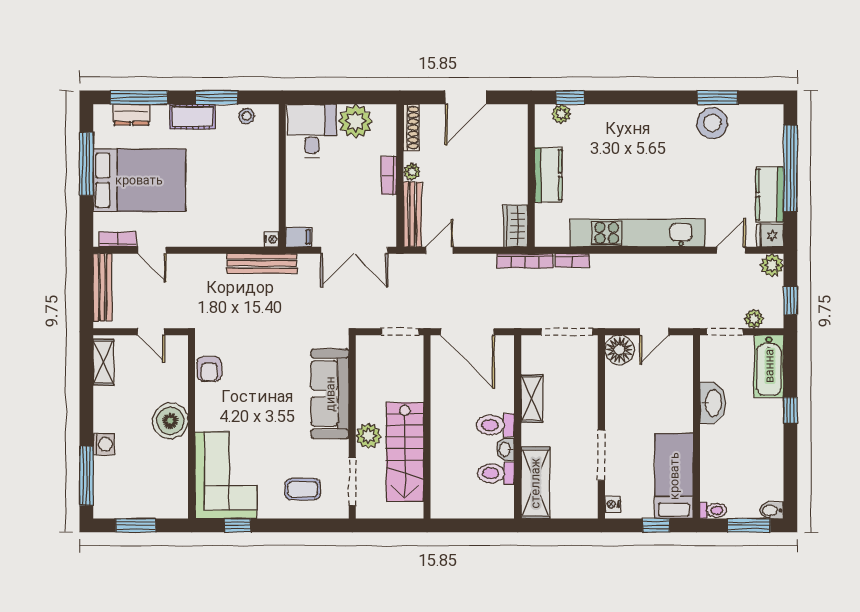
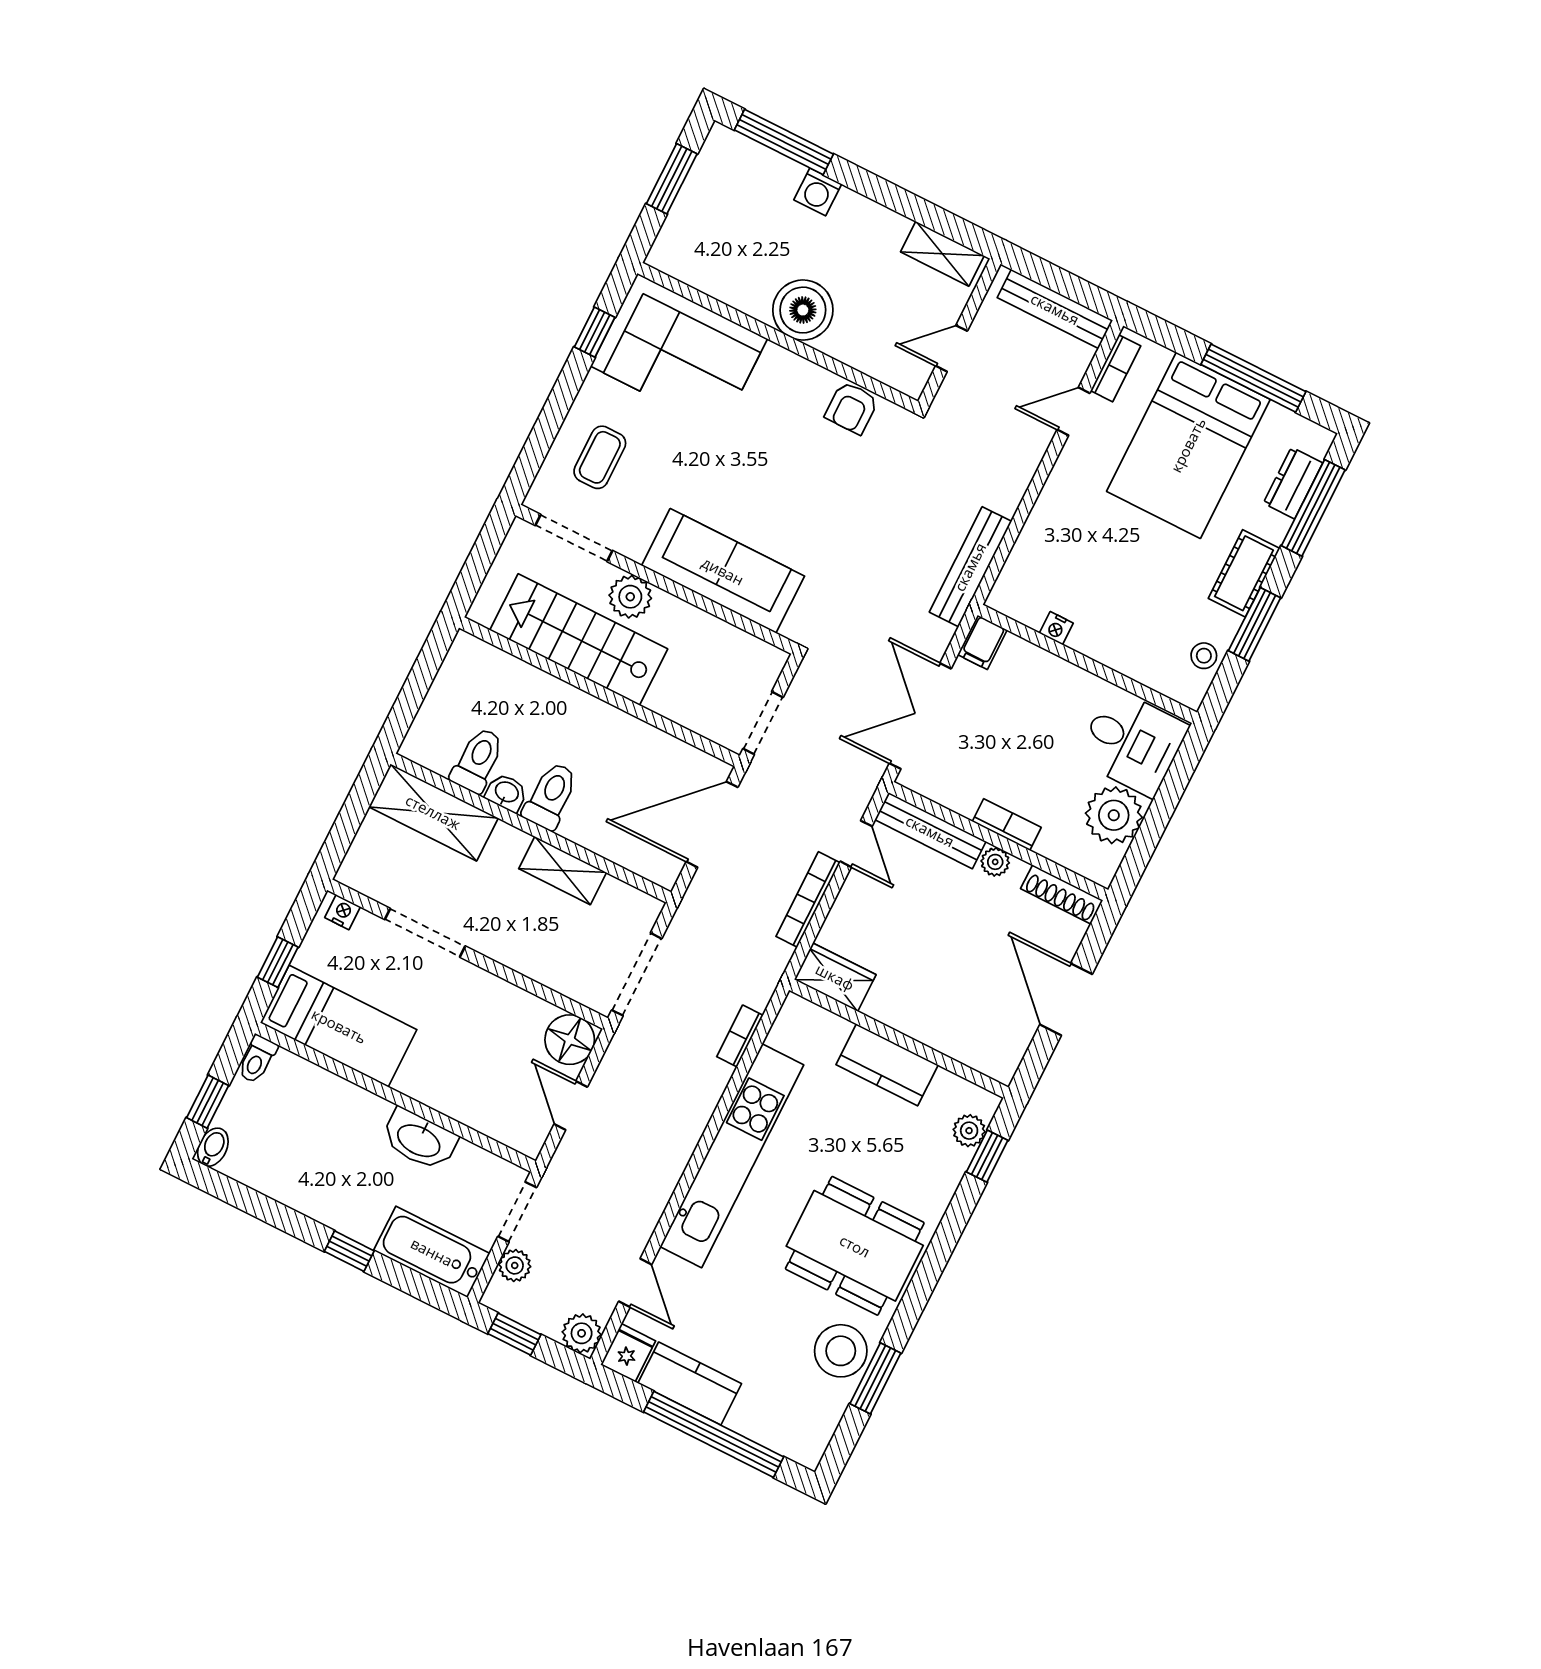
dining table: (653, 144) -> (855, 1246), added
nightstand: (271, 239) -> (1056, 628), moved
bookcase: (525, 261) -> (808, 899), moved
armchair: (209, 369) -> (852, 408), turned -90
window: (749, 525) -> (208, 1102), width x0.67

